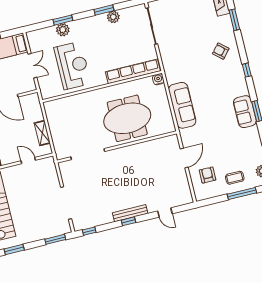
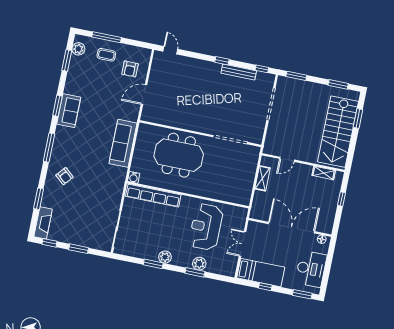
plant: (113, 17) -> (165, 257), moved
window: (247, 70) -> (49, 148), width x2.17
door: (28, 161) -> (287, 159), hinge flipped
door: (165, 212) -> (170, 50), moved
bench: (130, 213) -> (239, 72), moved

